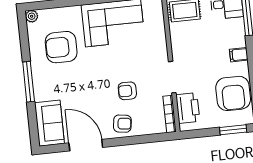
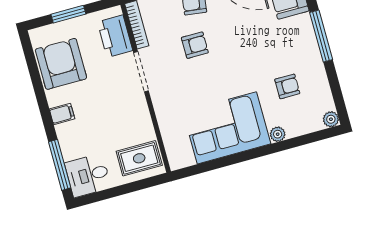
plant: (75, 11) -> (278, 134), added
armchair: (61, 47) -> (287, 86), width x0.53, depth x0.53
window: (233, 130) -> (68, 14), moved

